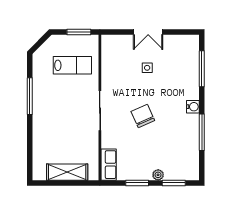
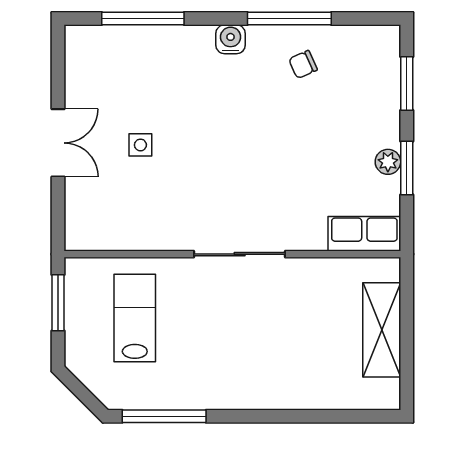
window: (30, 96) -> (164, 416), moved
chair: (143, 116) -> (303, 64), moved, width x0.54, depth x0.54
plant: (158, 175) -> (388, 162), moved

